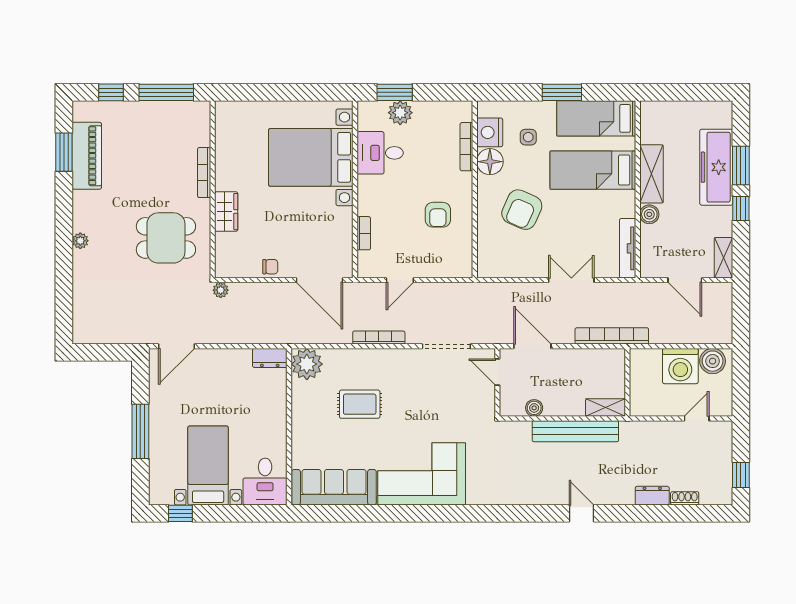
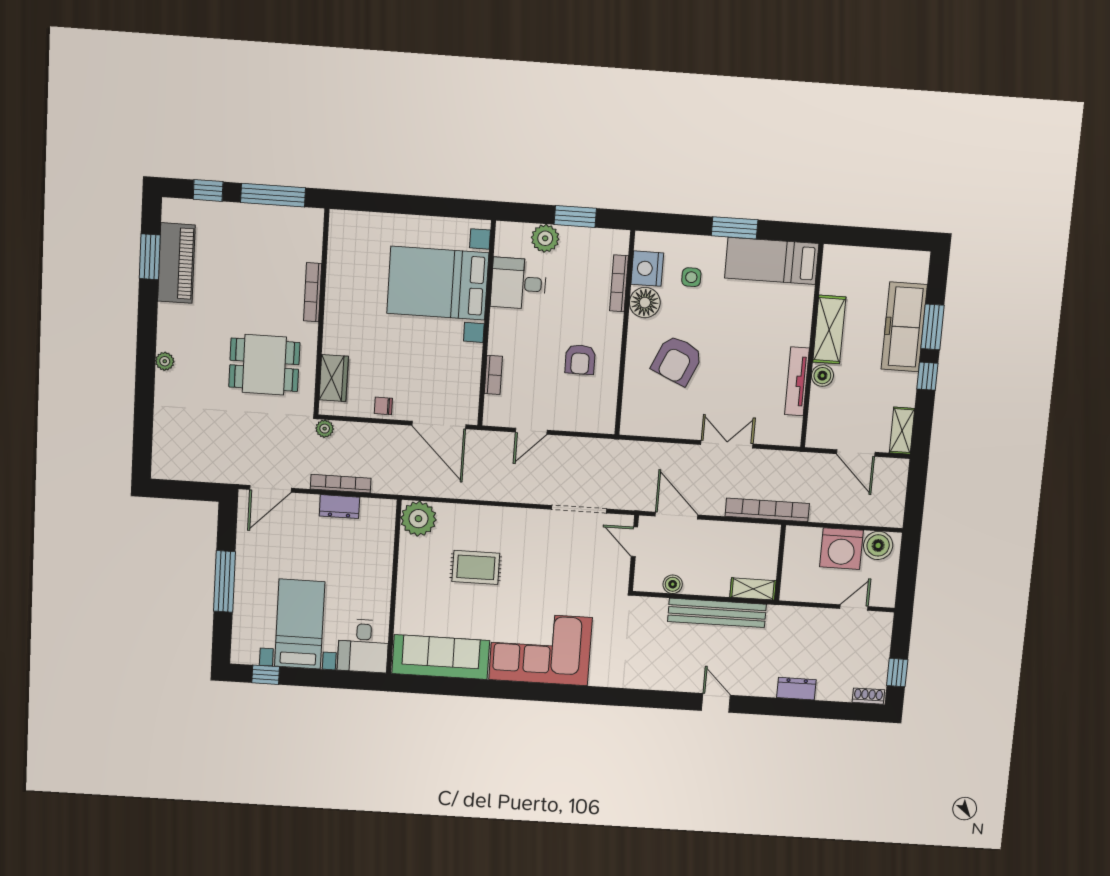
window: (395, 92) -> (575, 216), moved
bed: (593, 170) -> (763, 320), removed
wardrobe: (226, 212) -> (334, 378), moved
tv unit: (628, 248) -> (797, 381), moved
chair: (270, 267) -> (383, 406), turned 180
bookcase: (379, 337) -> (341, 484), moved
dresser: (270, 358) -> (339, 507), moved
shoe rack: (685, 498) -> (868, 696), moved

